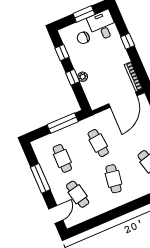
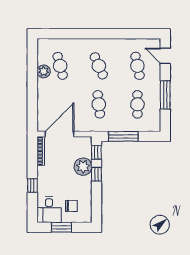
window: (62, 53) -> (96, 152), moved
plant: (83, 77) -> (83, 167), width x1.87, depth x1.87
cafe table: (114, 179) -> (99, 66), turned -33
door: (56, 215) -> (165, 56), hinge flipped

